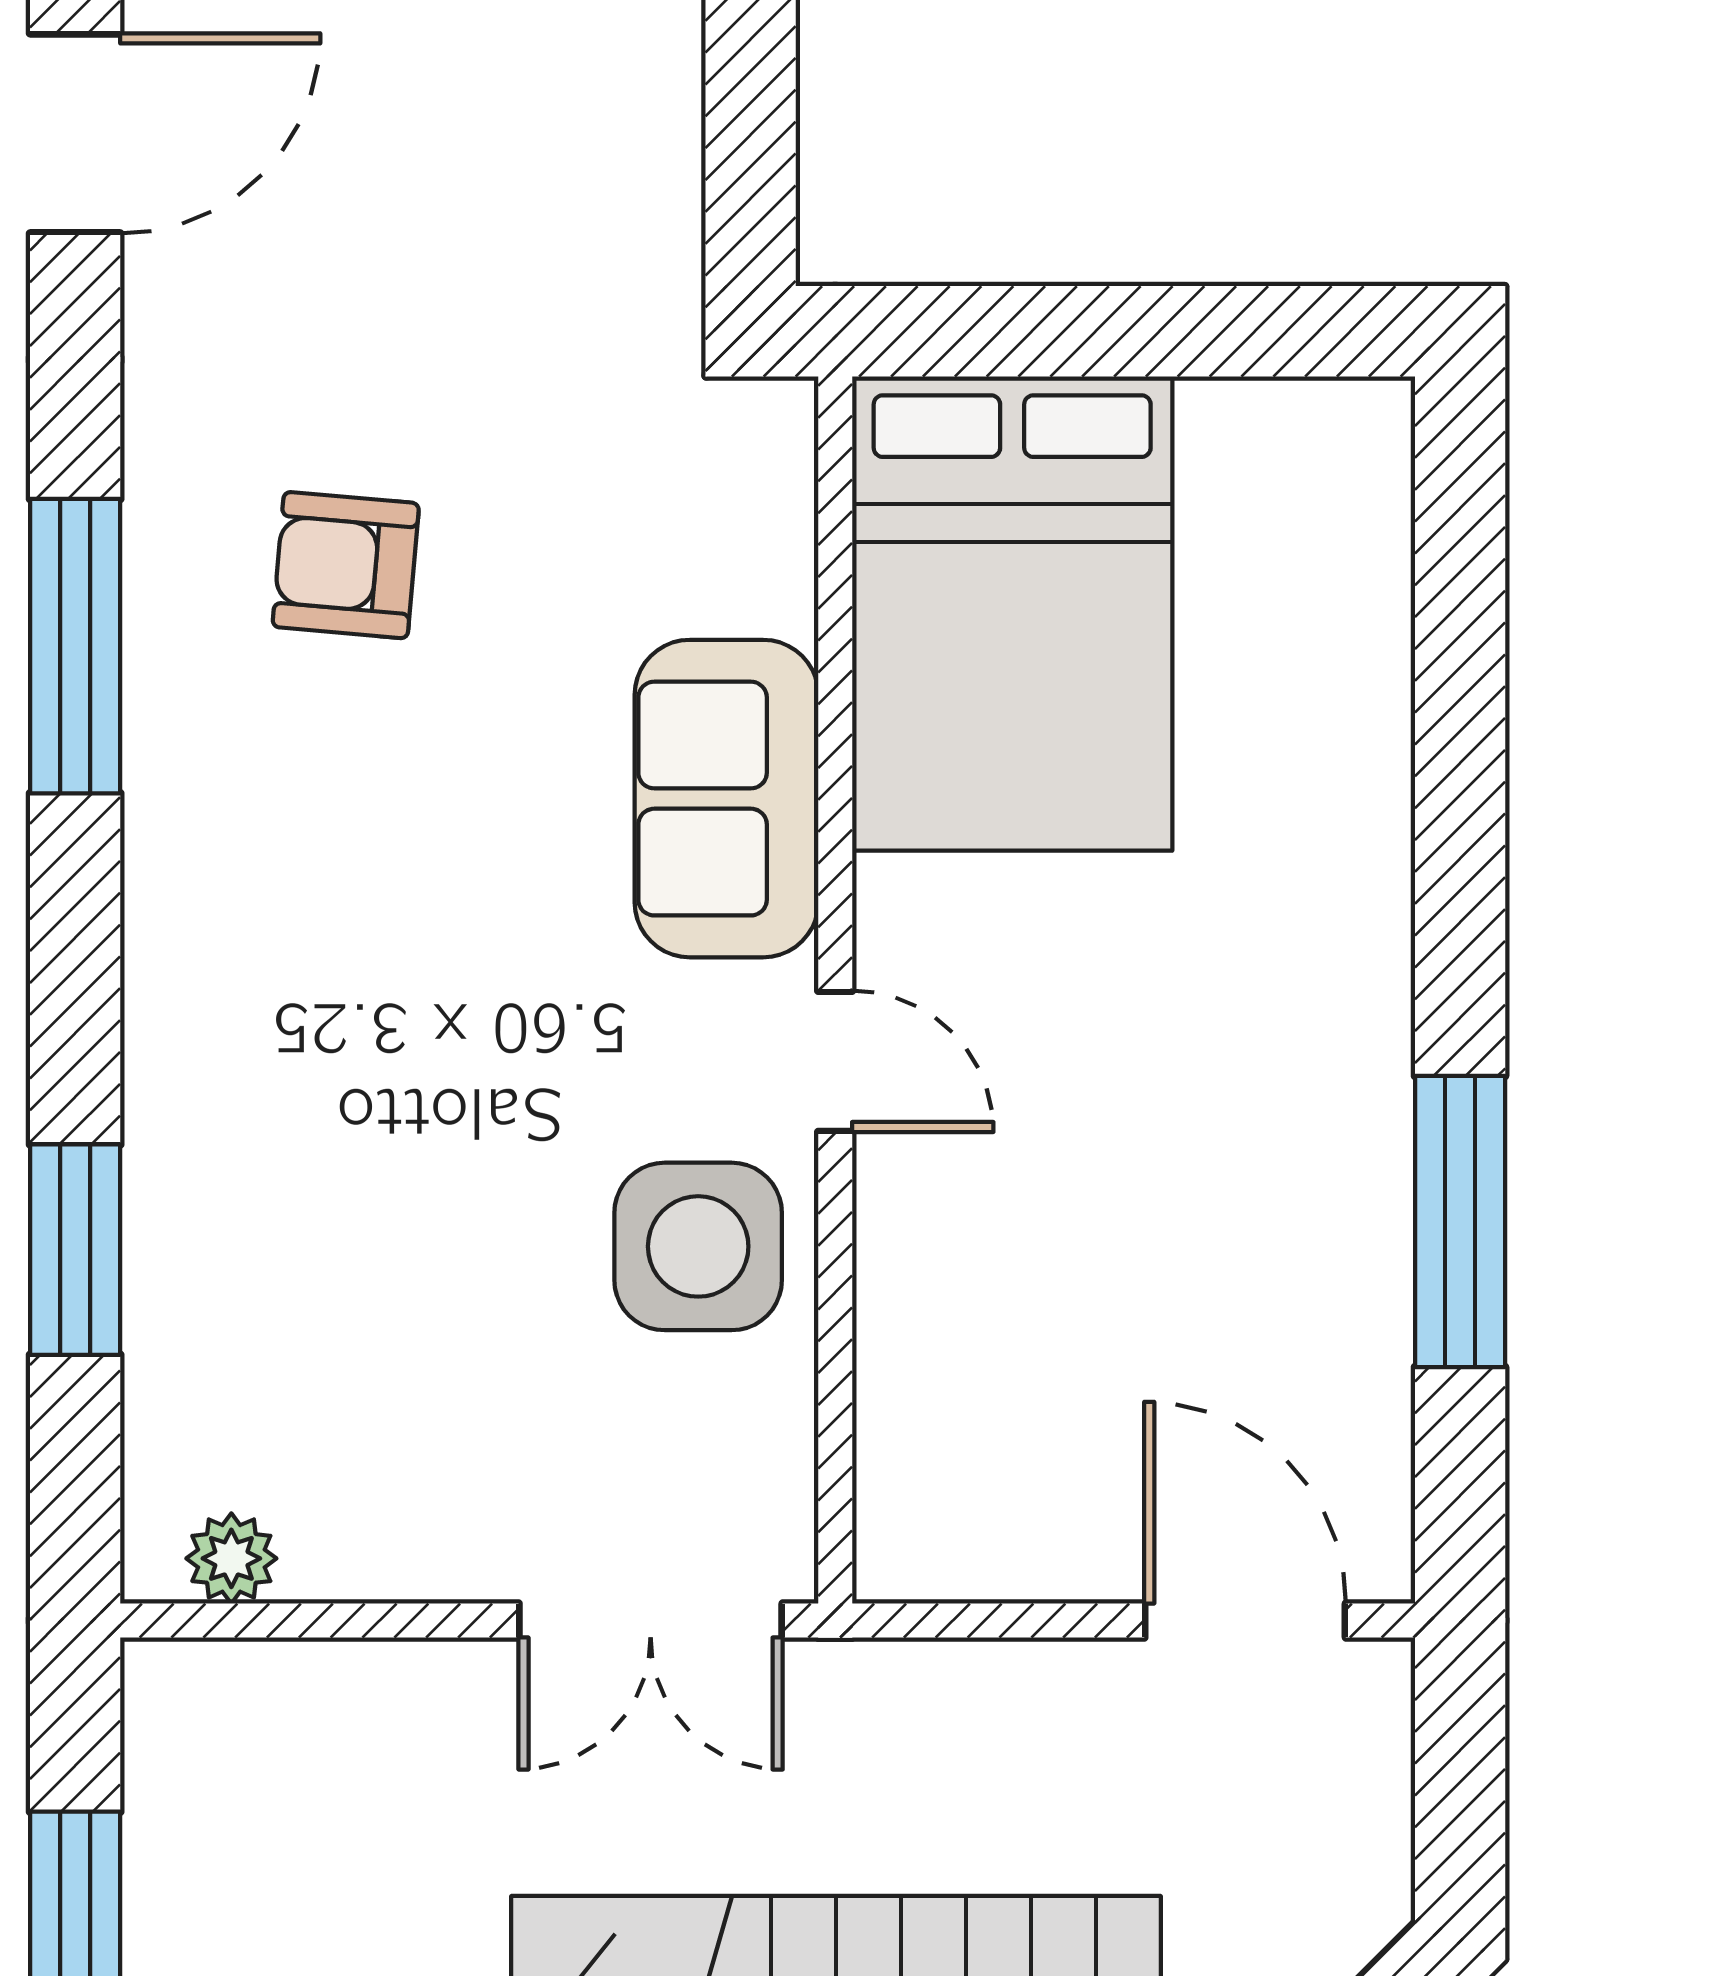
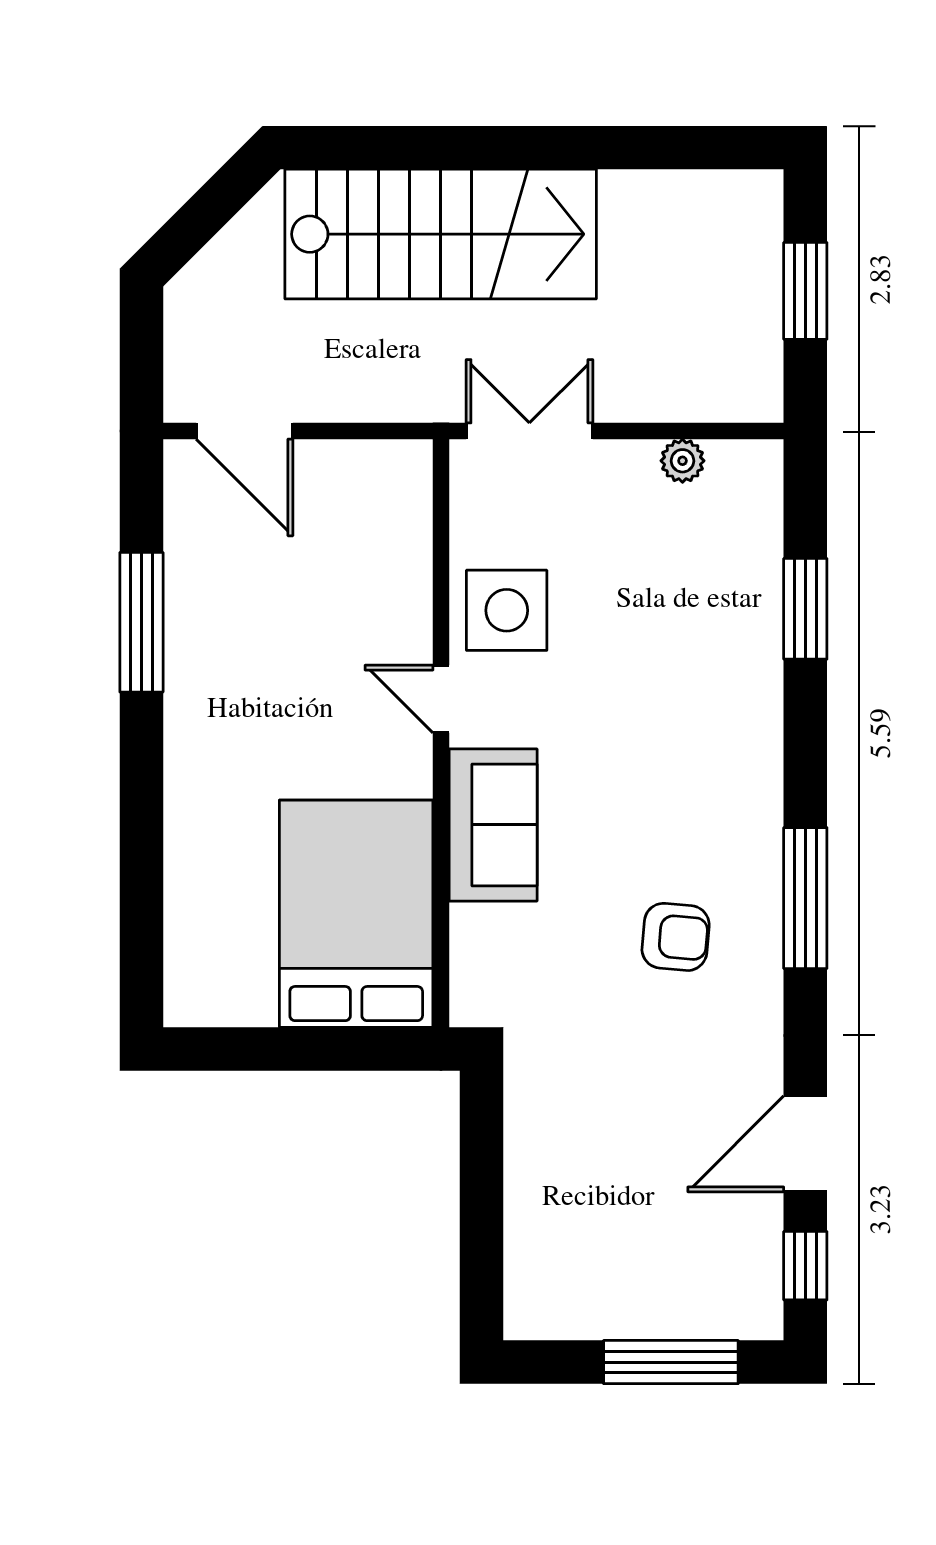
plant: (231, 1558) -> (682, 461), moved

